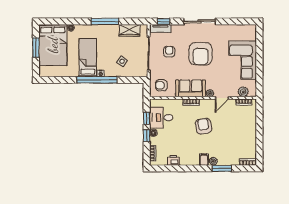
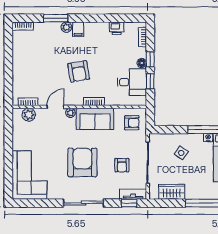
corner sofa: (243, 60) -> (29, 175), moved

